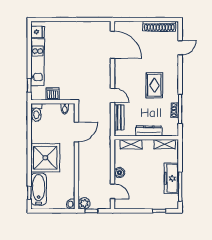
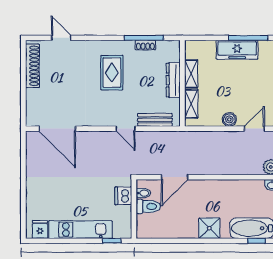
door: (113, 45) -> (57, 129), swing flipped
rug: (154, 85) -> (112, 73), turned 90
dishwasher: (53, 94) -> (123, 196), moved
door: (113, 95) -> (125, 129), swing flipped
toilet: (36, 112) -> (148, 206), moved
door: (77, 132) -> (175, 177), swing flipped
shelving: (165, 144) -> (191, 74), moved
shower: (45, 158) -> (209, 228), width x0.54, depth x0.54

